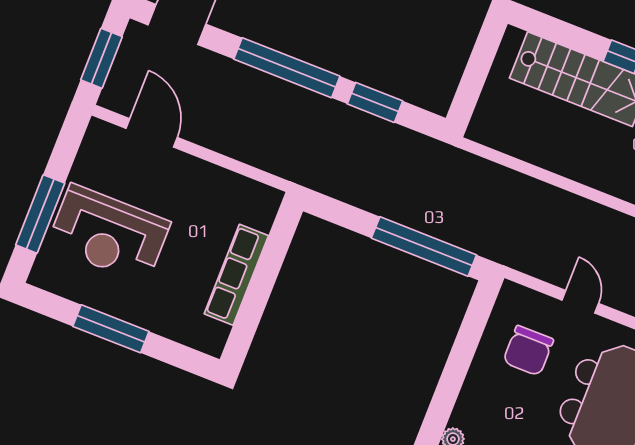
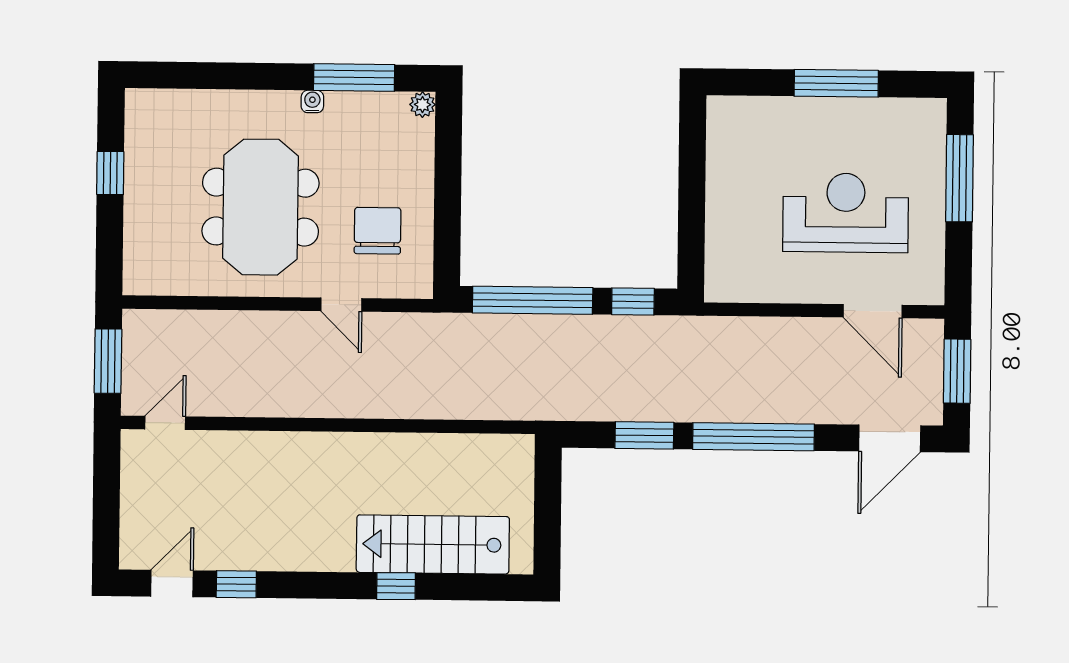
window: (343, 215) -> (633, 301), added
reception desk: (109, 234) -> (846, 213), moved
row of seats: (236, 275) -> (723, 193), removed

